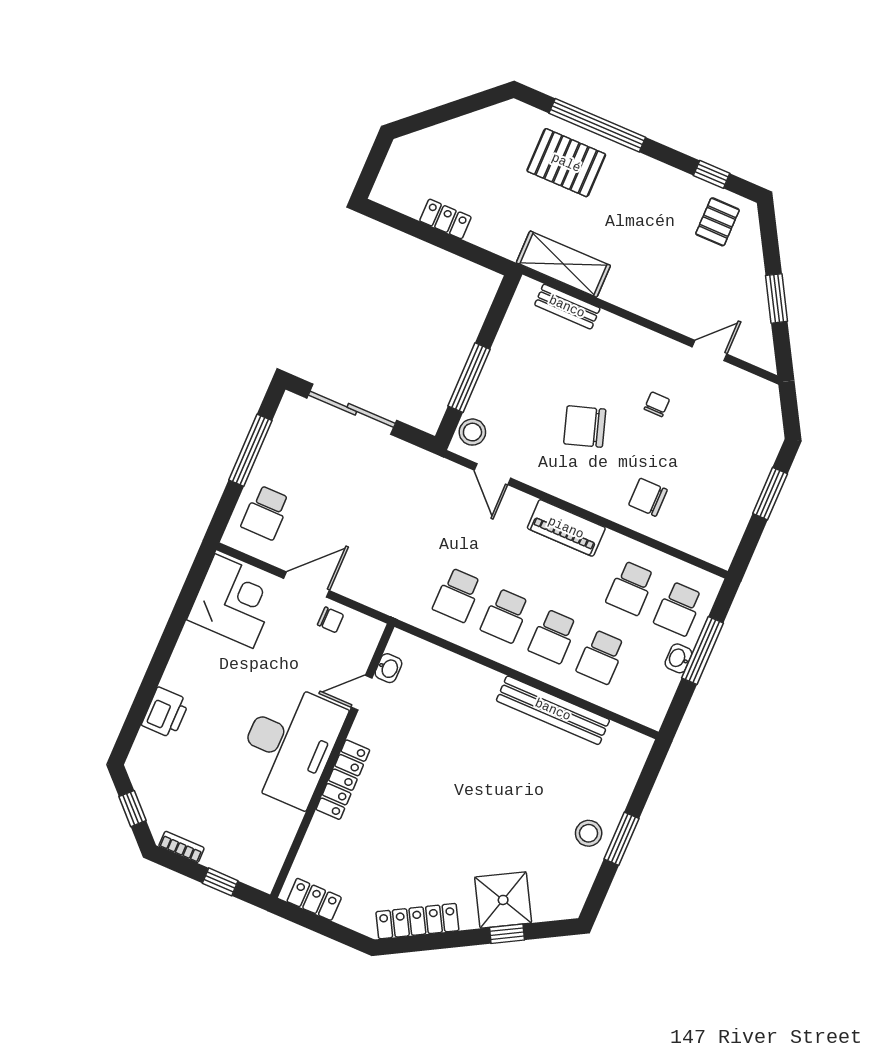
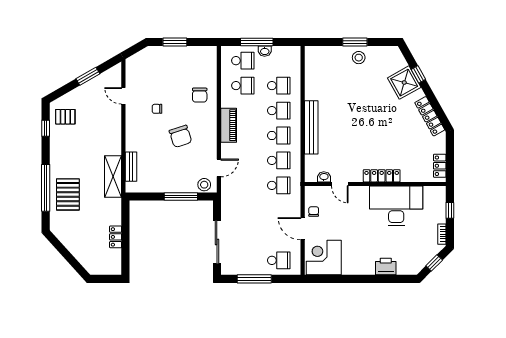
school desk: (409, 574) -> (279, 185), added
bench: (553, 710) -> (311, 127), moved
desk: (290, 745) -> (396, 206), moved

